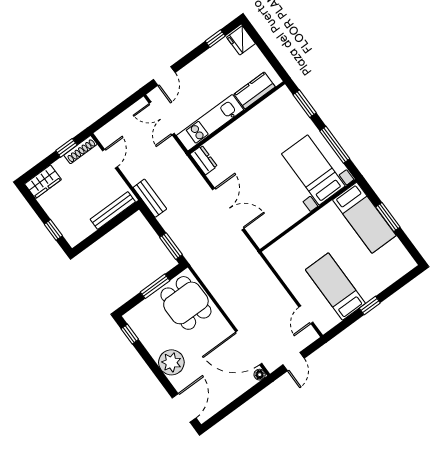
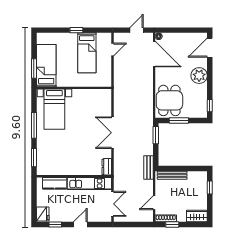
door: (164, 76) -> (80, 225), moved
bed with nightstands: (313, 170) -> (54, 109), moved
wall: (308, 215) -> (74, 88), moved
bed: (364, 218) -> (46, 66), moved

